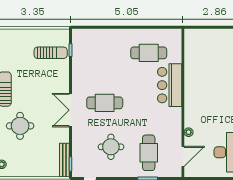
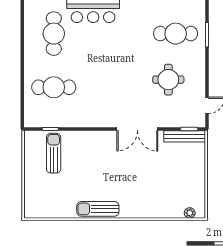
cafe table: (105, 103) -> (54, 87), moved, turned 90
double door: (70, 110) -> (137, 129), moved
round table: (20, 126) -> (143, 190), removed

